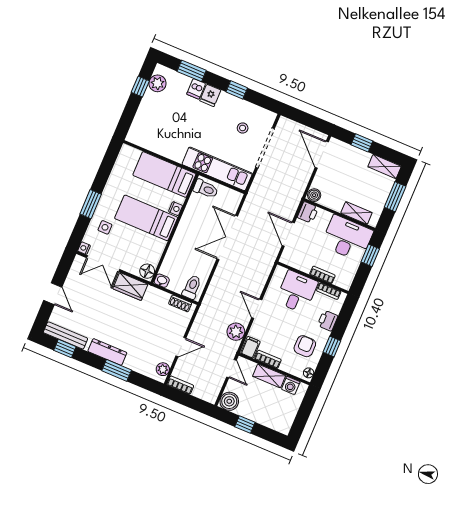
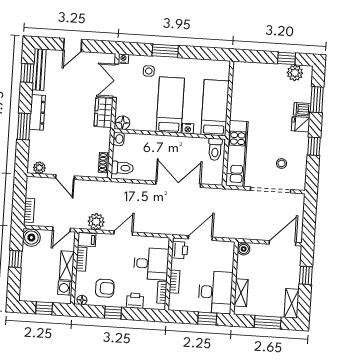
printer: (308, 212) -> (180, 250), moved, turned -90
bookcase: (180, 385) -> (29, 210), moved
window: (304, 413) -> (44, 308), added

